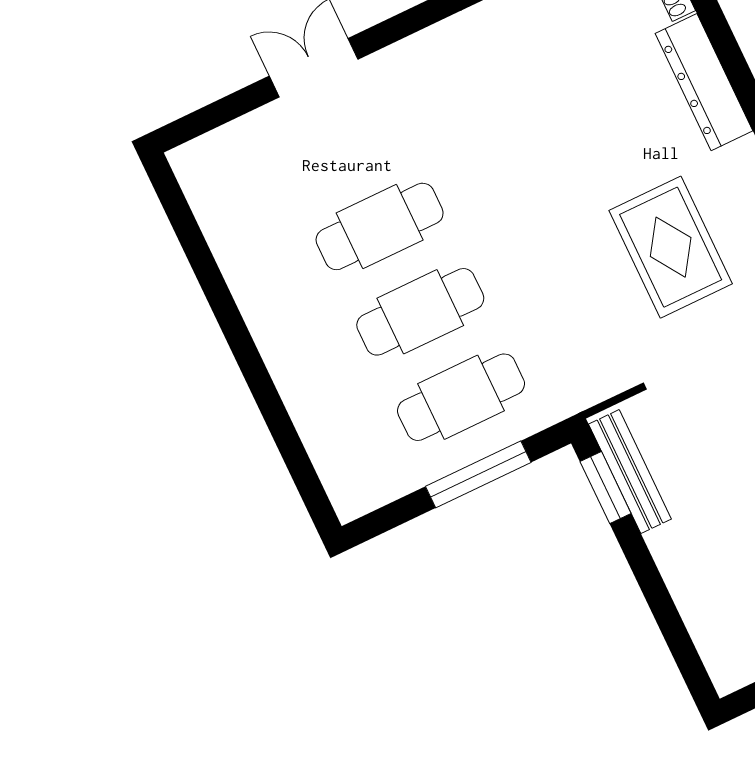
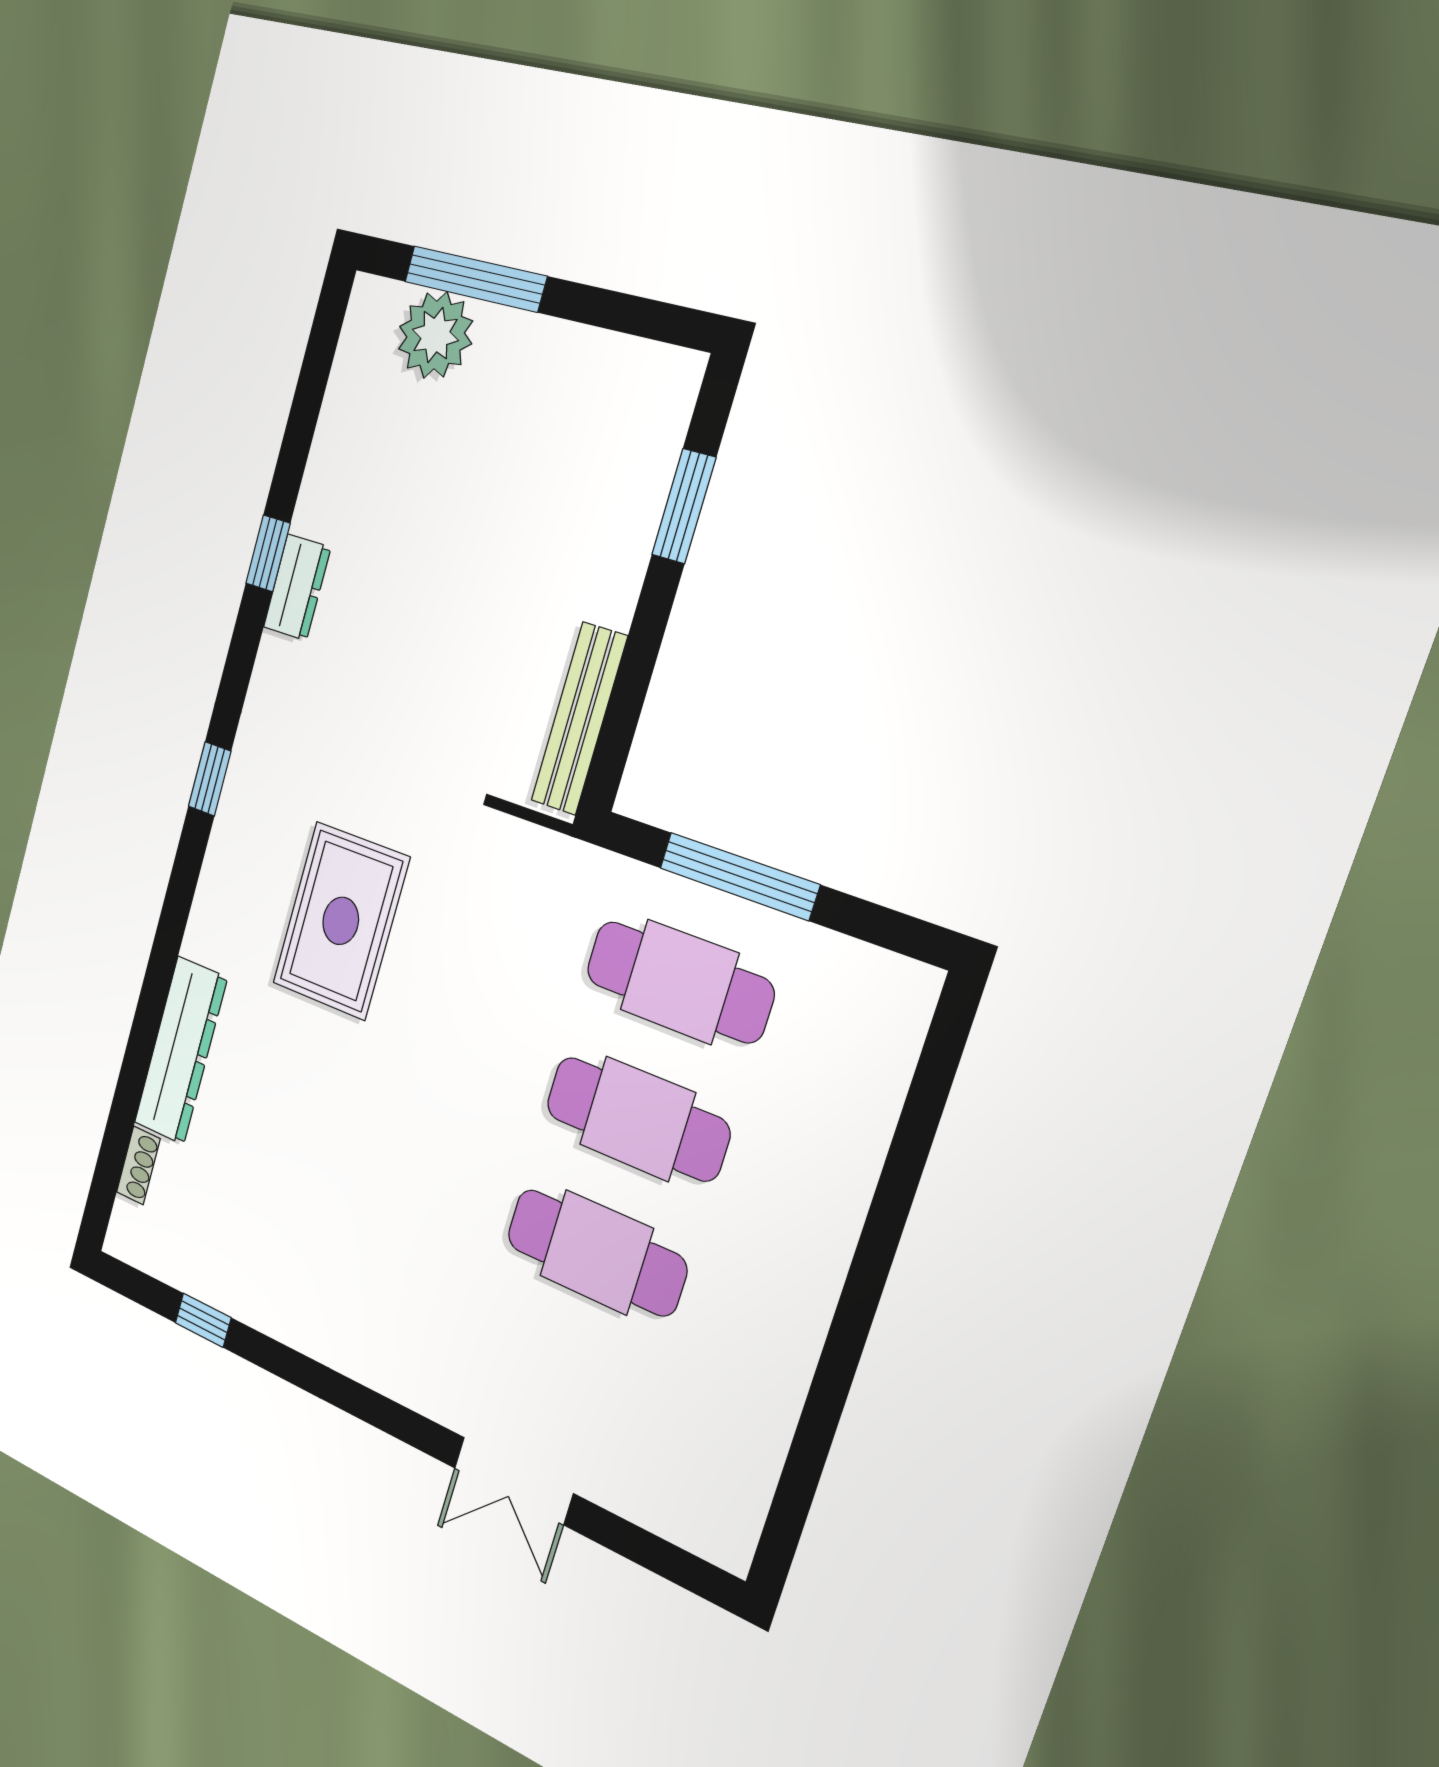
window: (606, 488) -> (684, 506), moved

